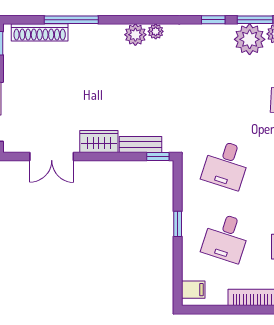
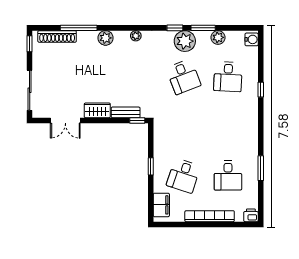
plant: (135, 35) -> (106, 38), moved
plant: (250, 39) -> (185, 41), moved
desk: (226, 165) -> (183, 77), moved, turned -39
filing cabinet: (193, 290) -> (161, 205), width x2.00

